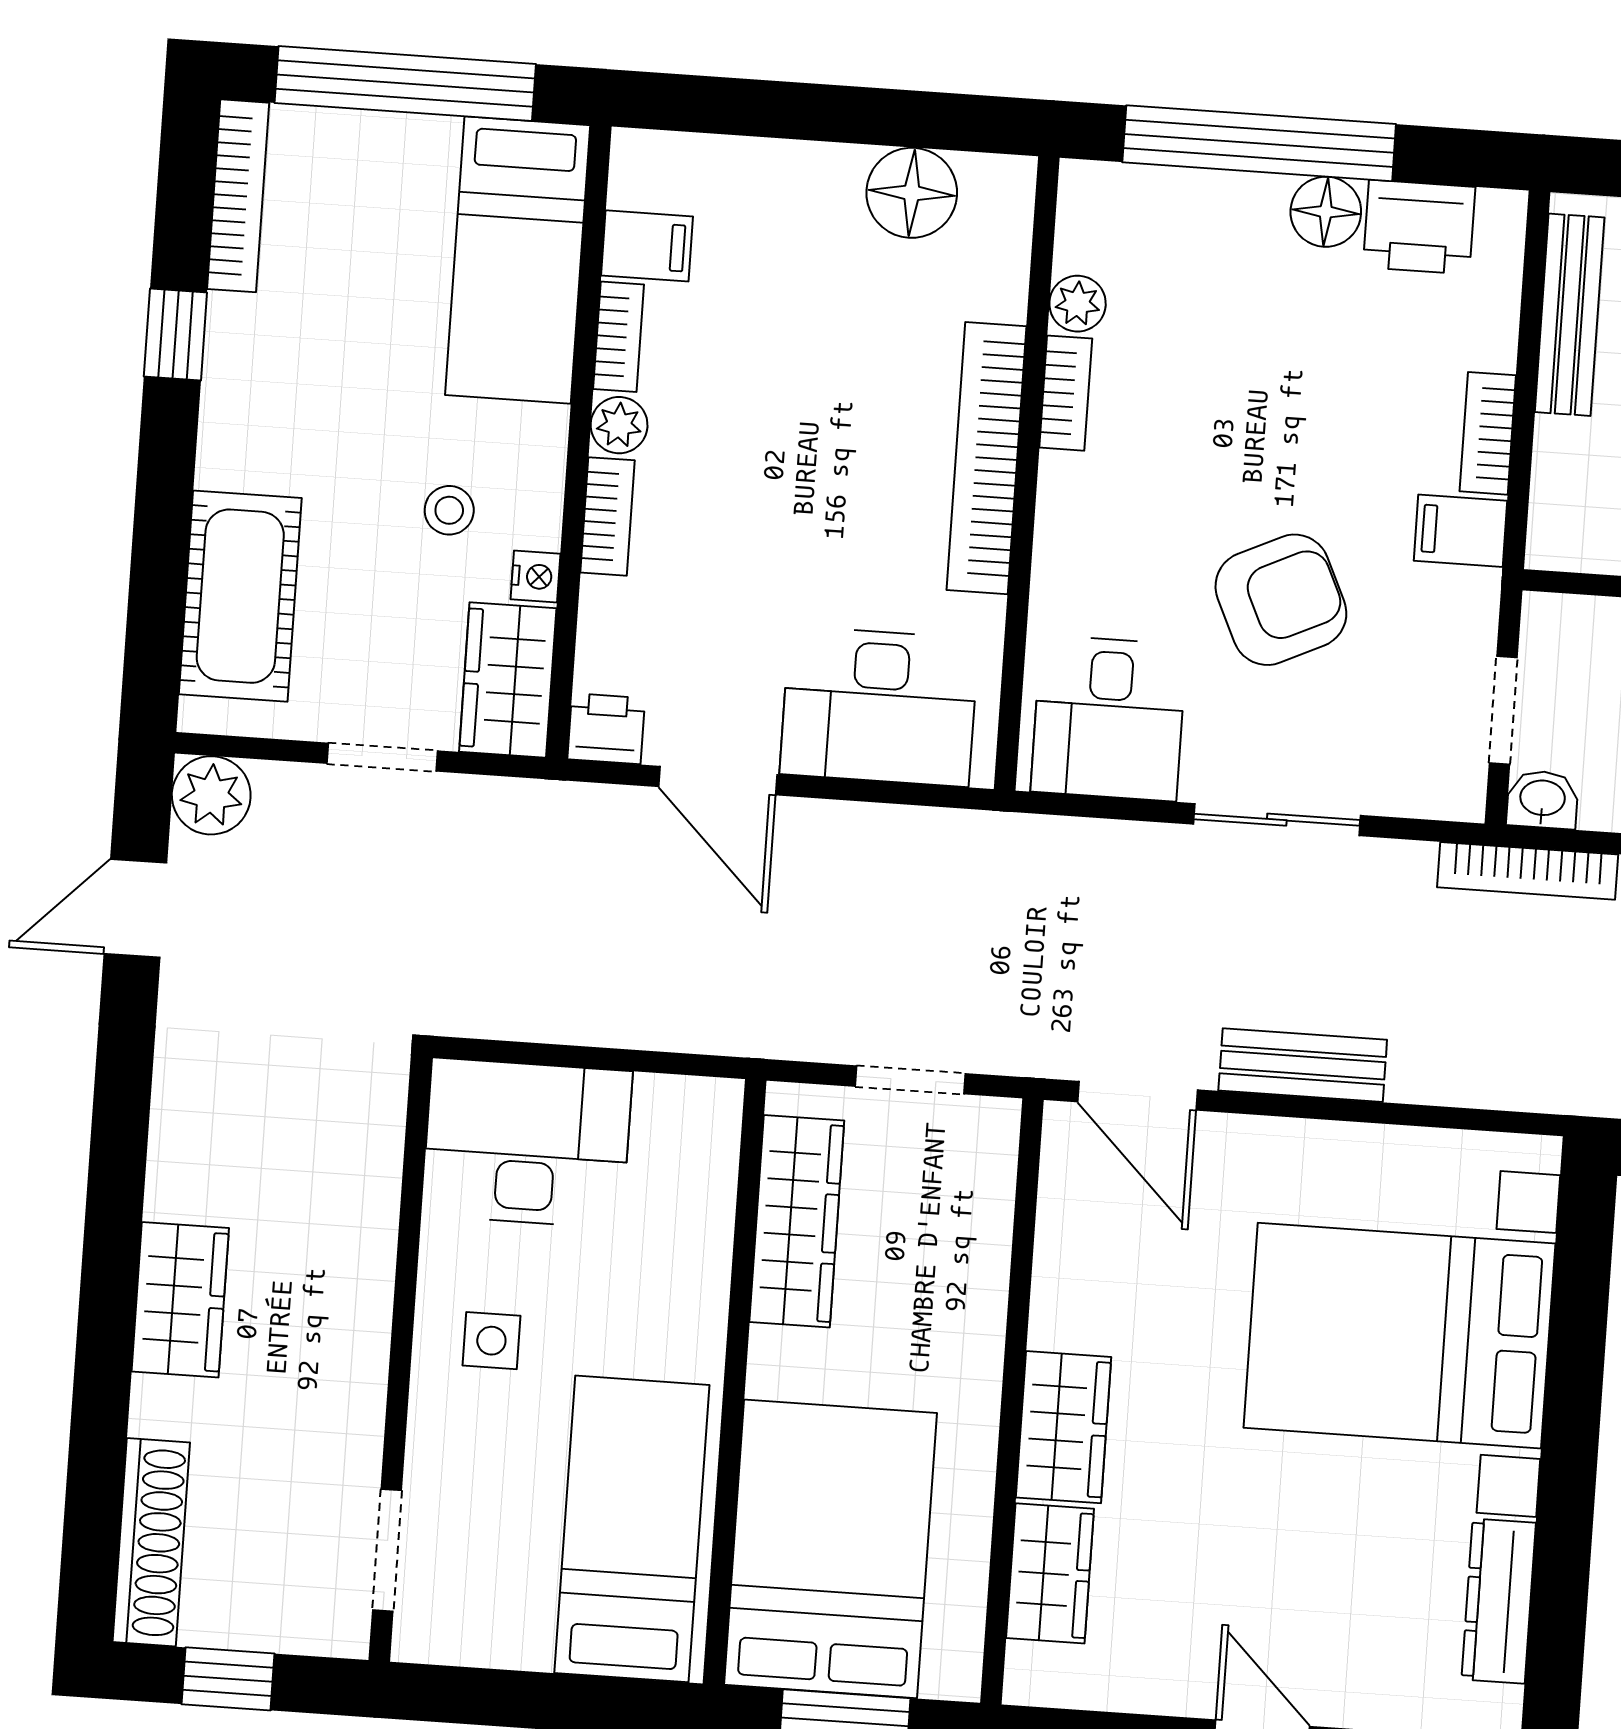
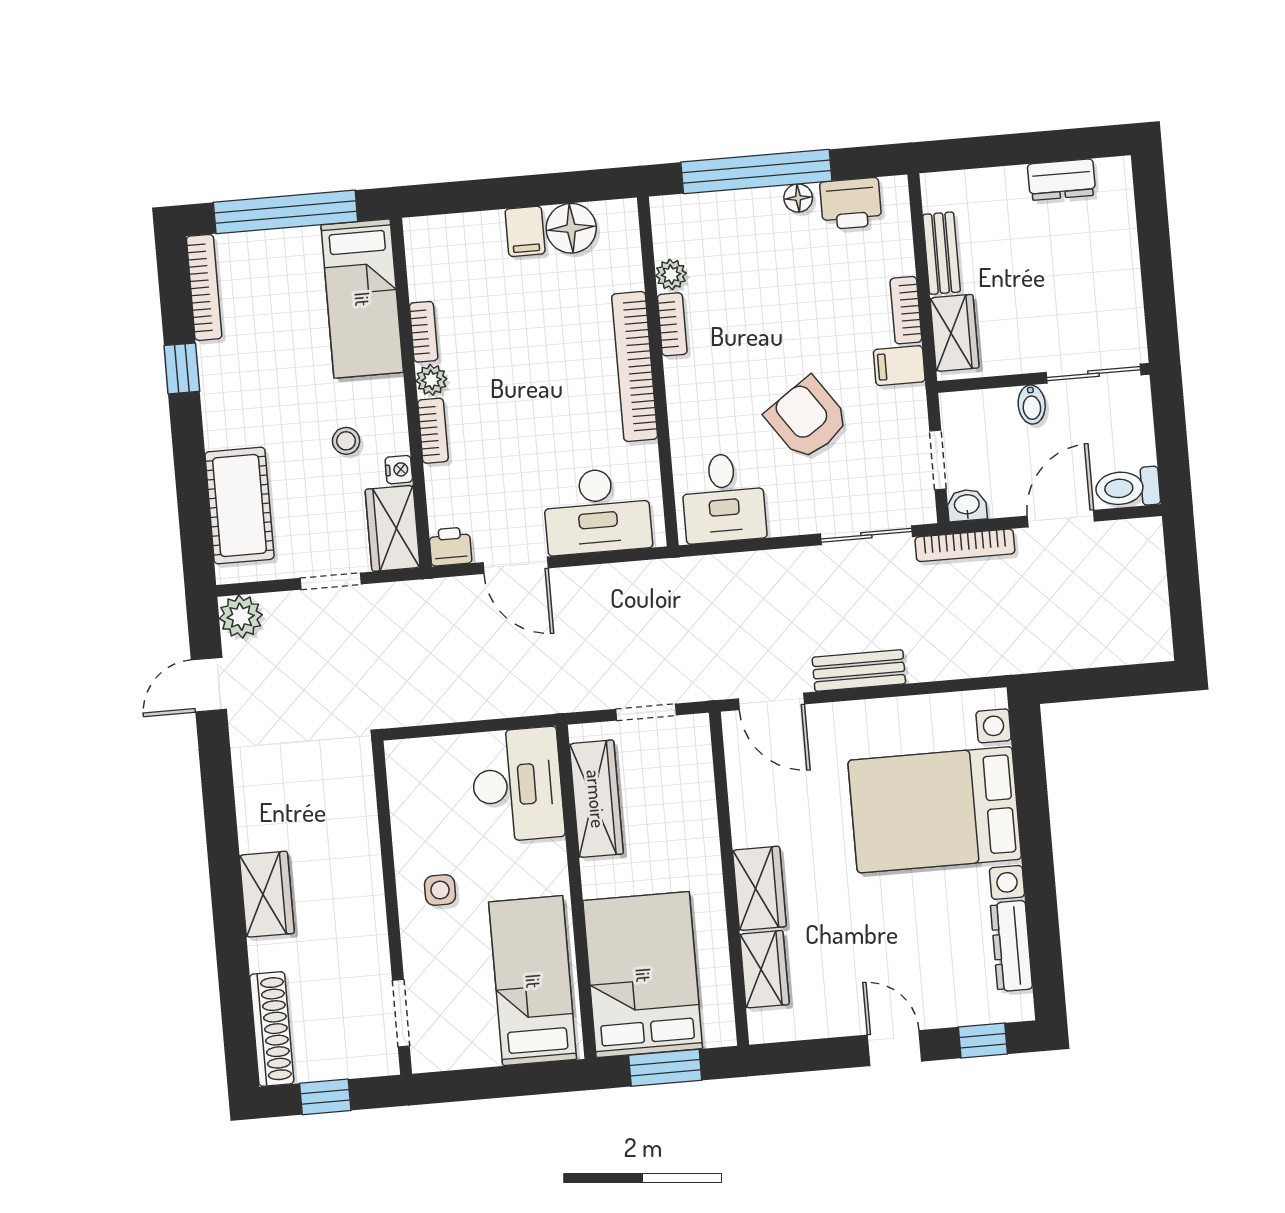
floor lamp: (1326, 212) -> (798, 198), width x0.73, depth x0.73
filing cabinet: (647, 246) -> (525, 231), moved, turned 90
bench: (1570, 315) -> (942, 253), width x0.73
wardrobe: (1569, 488) -> (955, 333), added
armchair: (1281, 600) -> (807, 419), turned -100
sliding door: (1277, 820) -> (866, 535), moved
desk: (527, 1143) -> (517, 785), moved, turned 90

